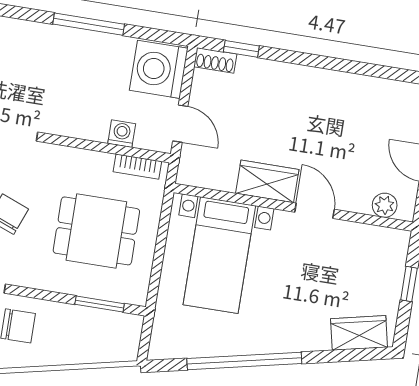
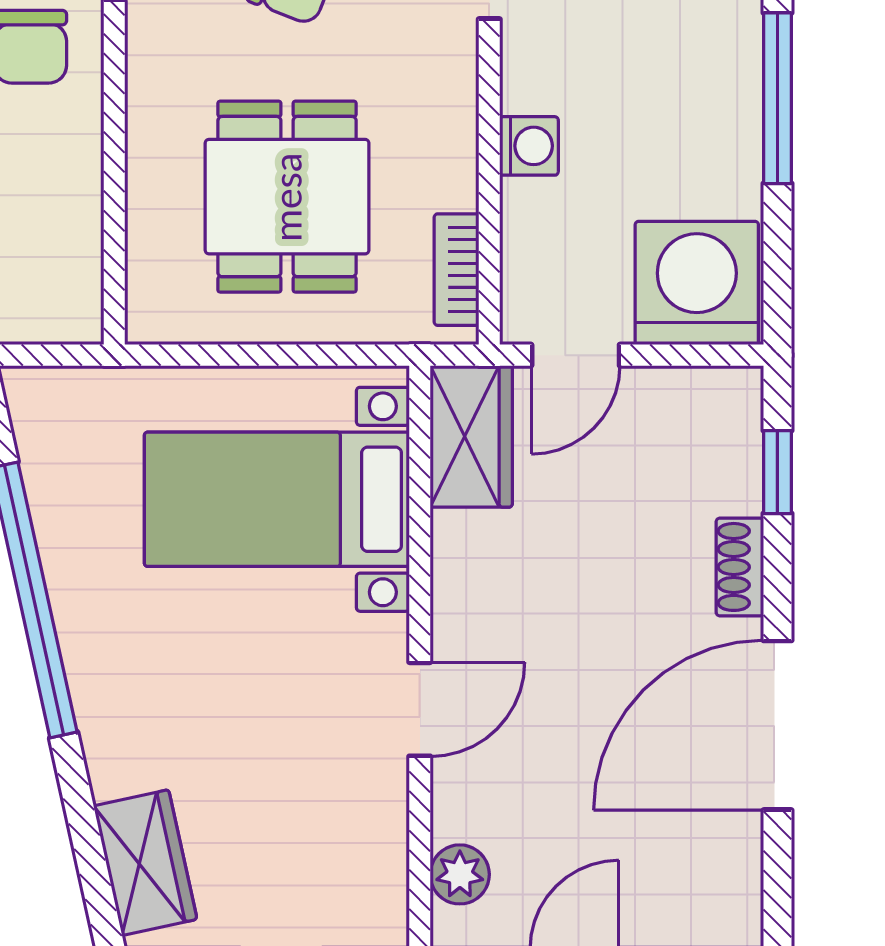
shoe rack: (215, 60) -> (740, 567), moved
door: (345, 66) -> (777, 725), added
washing machine: (122, 134) -> (529, 146), moved
wardrobe: (267, 181) -> (471, 436), moved
window: (100, 304) -> (114, 232), removed

